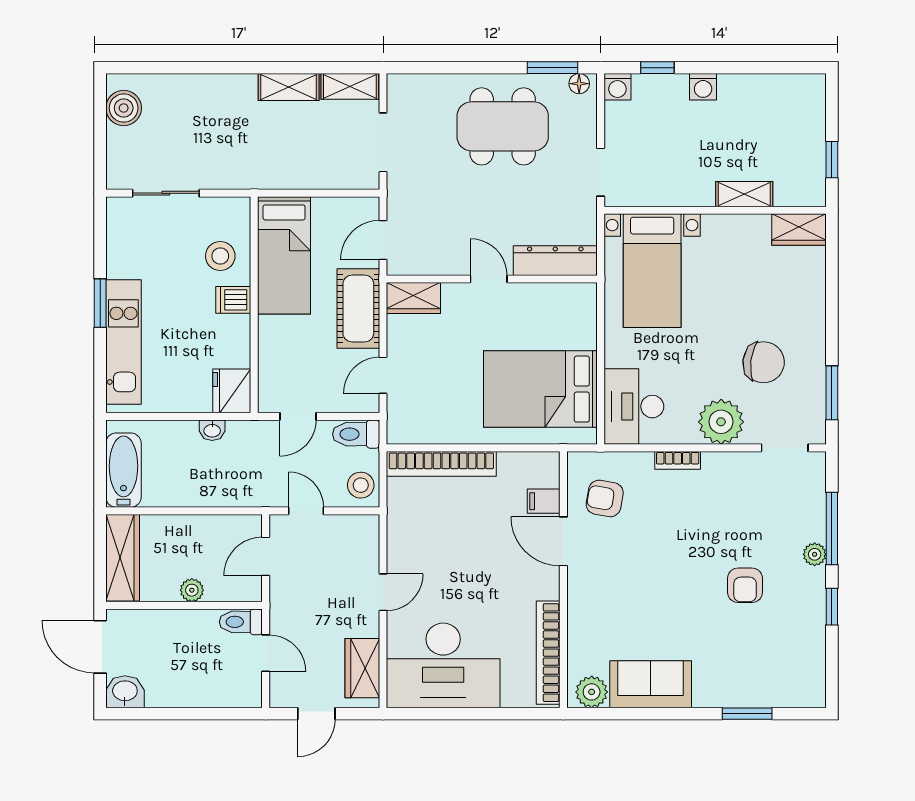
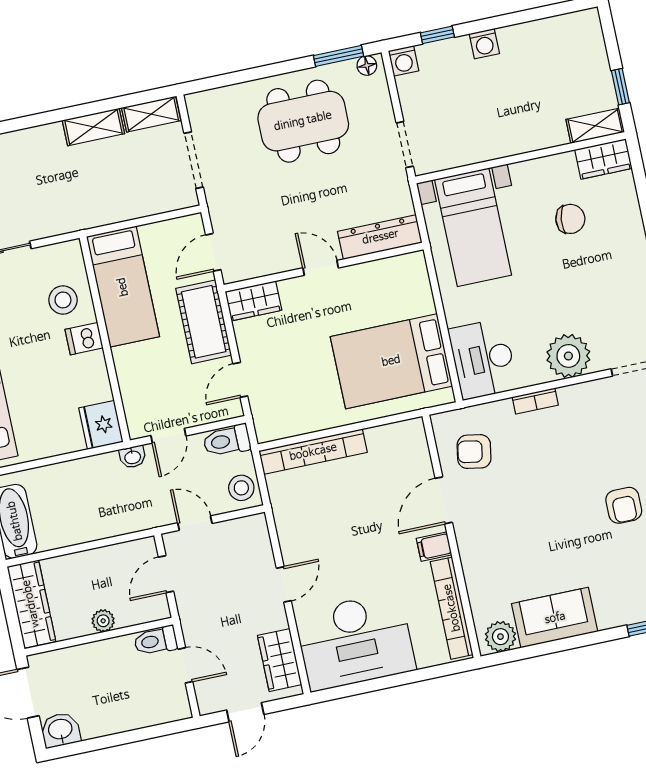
shelving: (744, 194) -> (595, 126), moved
chair: (764, 362) -> (570, 219), moved, width x0.73, depth x0.73
washbasin: (212, 430) -> (133, 457), moved
filing cabinet: (544, 501) -> (434, 547), moved
door: (563, 541) -> (444, 500), hinge flipped

